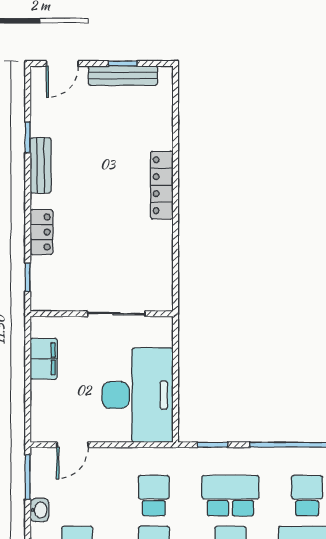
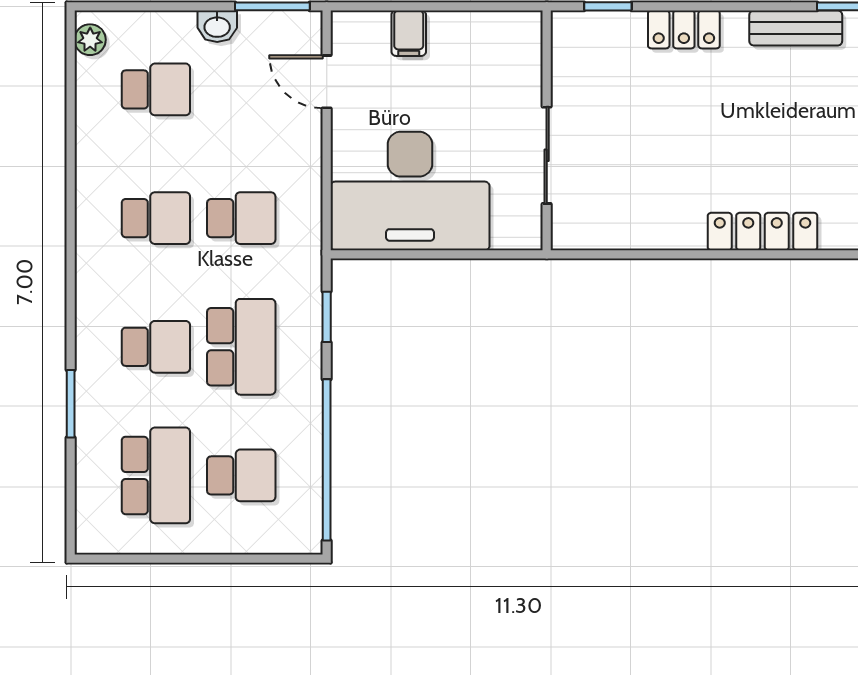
filing cabinet: (44, 359) -> (409, 33), moved, width x0.50

